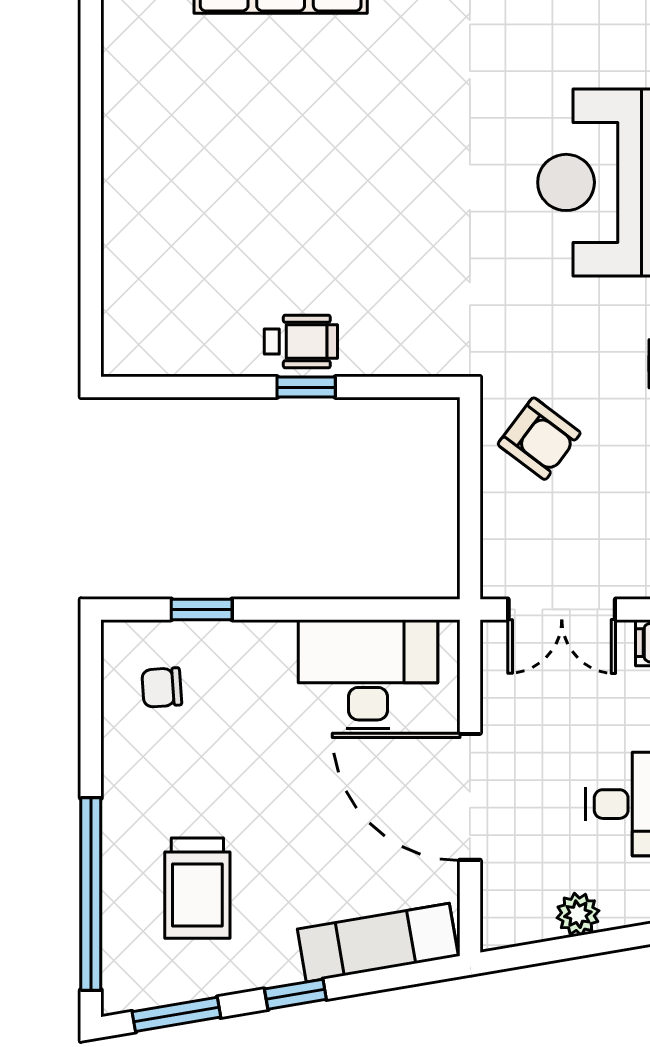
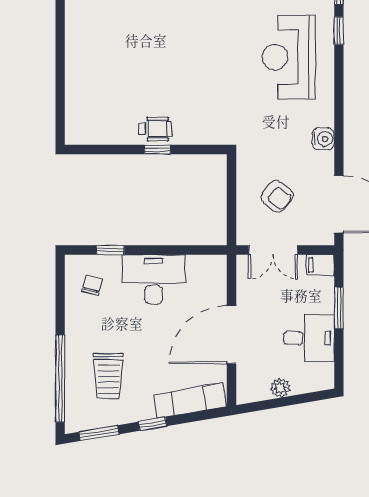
armchair: (539, 439) -> (277, 197), moved
desk: (368, 674) -> (154, 279), moved
chair: (162, 687) -> (92, 285), turned 108
door: (470, 797) -> (231, 335), hinge flipped

